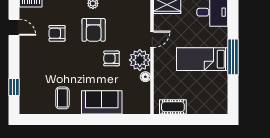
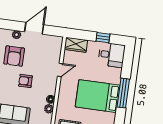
bed: (202, 59) -> (98, 96), width x1.50
plant: (140, 60) -> (49, 109), moved, width x0.53, depth x0.53

